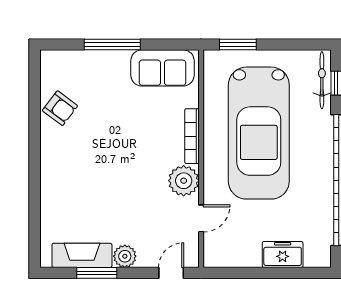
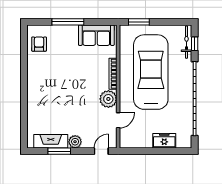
armchair: (60, 108) -> (39, 44), moved, turned -127
car: (259, 133) -> (151, 72), turned 180

